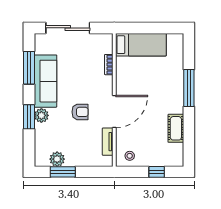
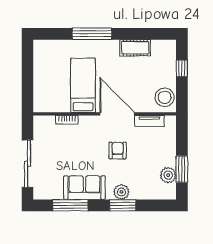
bed: (141, 45) -> (83, 85), moved
sofa: (45, 81) -> (84, 188), width x0.73
stool: (130, 156) -> (165, 97), width x1.89, depth x1.89

